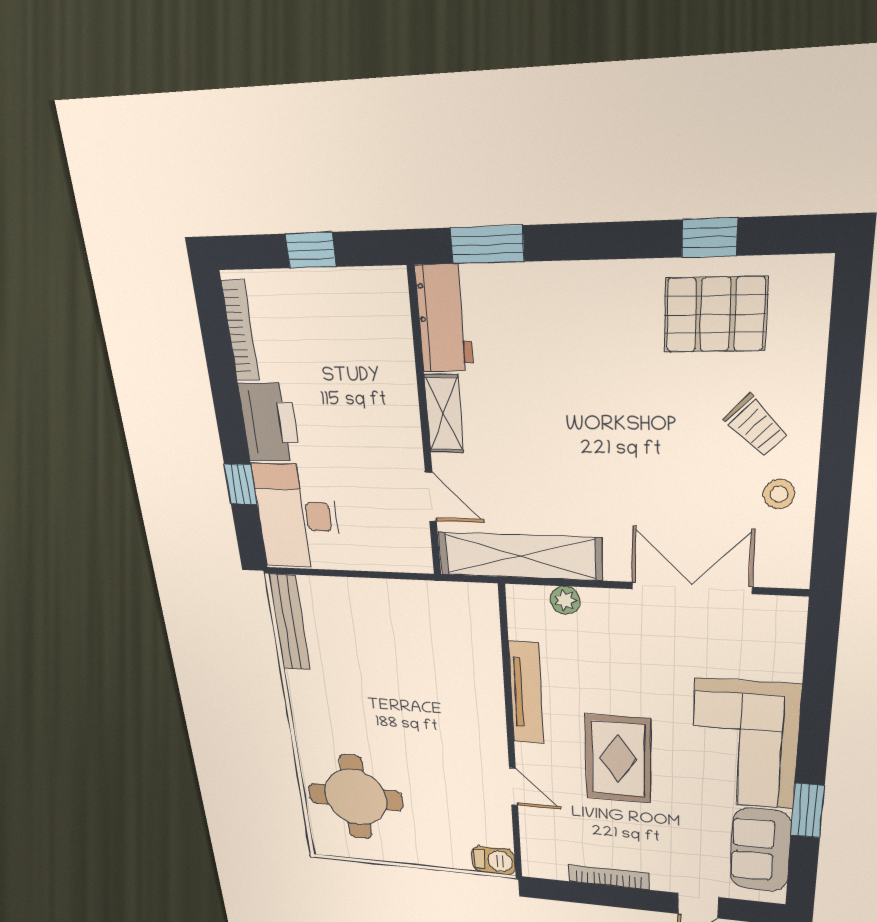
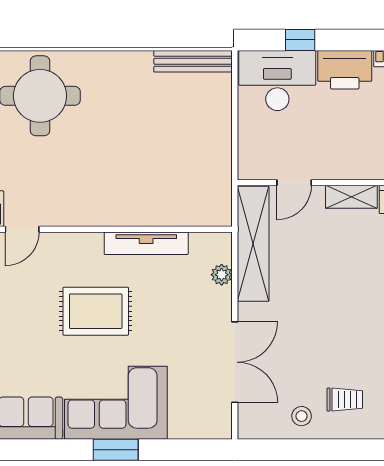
trolley: (756, 426) -> (345, 400), turned -135
door: (514, 787) -> (22, 229), moved
window: (807, 811) -> (116, 450), moved

